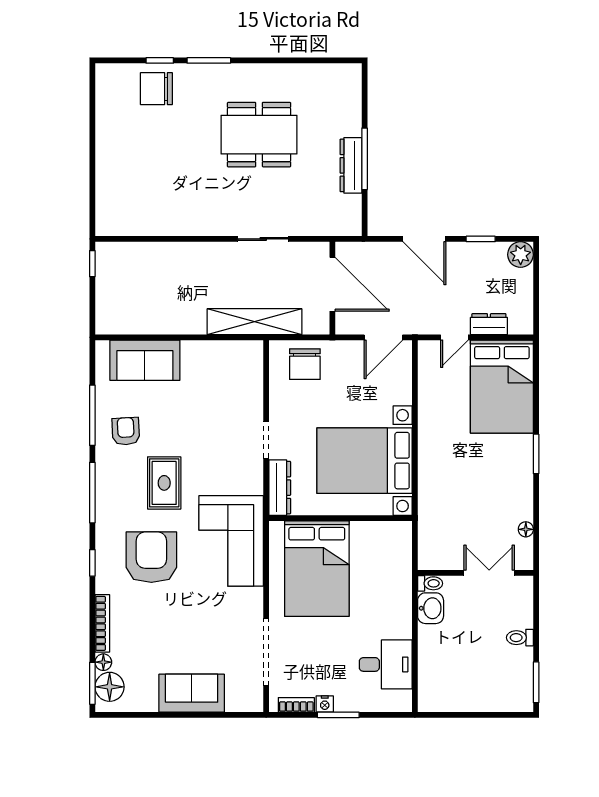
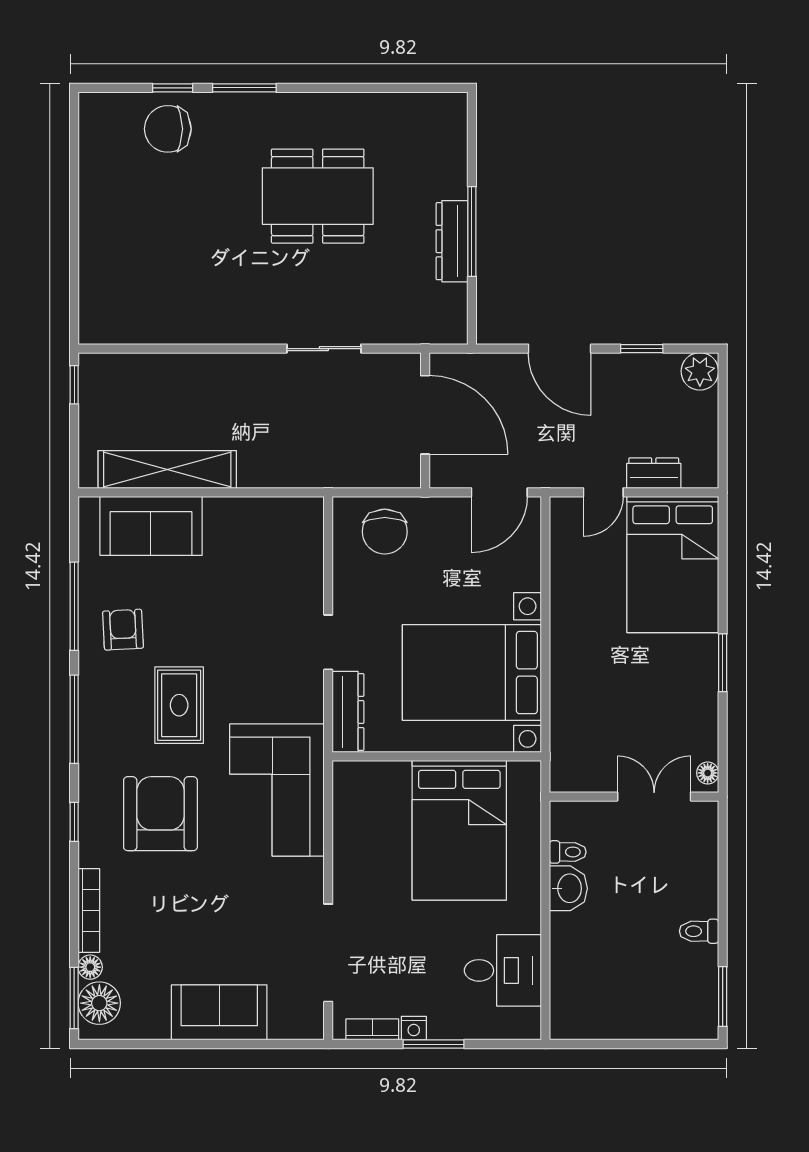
shelving: (254, 322) -> (167, 469), moved
bed: (317, 569) -> (459, 830), moved
wall: (475, 573) -> (634, 797), moved
double door: (489, 573) -> (654, 797), moved

